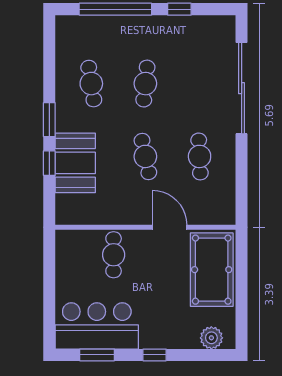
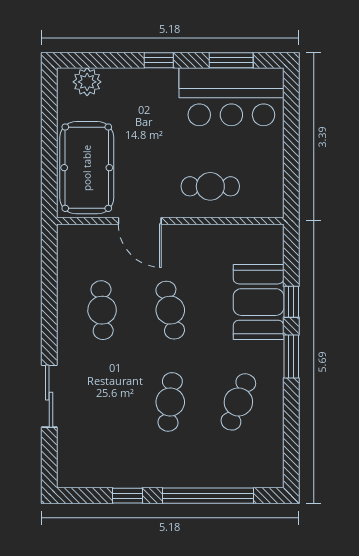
cafe table: (91, 84) -> (238, 402), turned 30
sliding door: (242, 88) -> (49, 396), width x0.54
cafe table: (114, 255) -> (210, 186), turned 90

